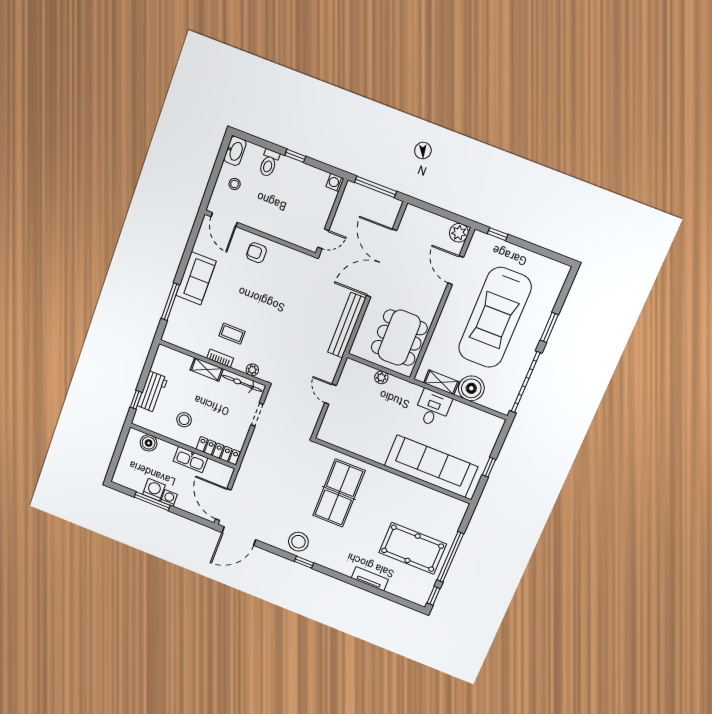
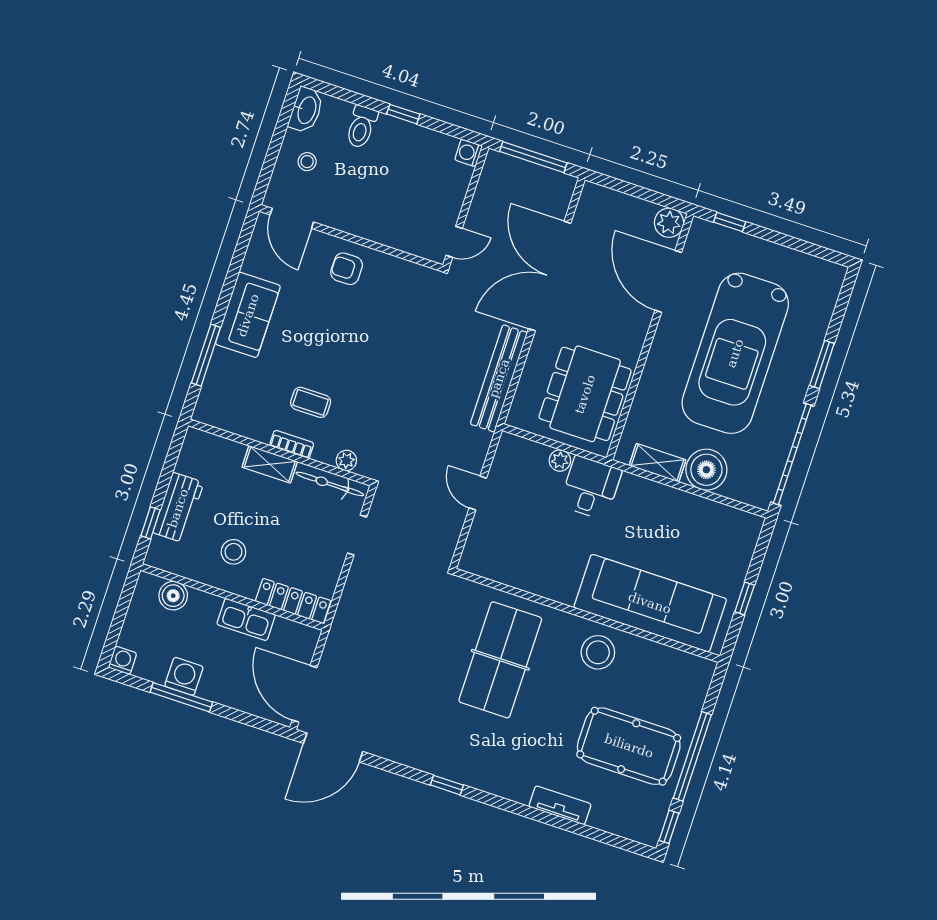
door: (456, 270) -> (668, 281), width x1.36
desk: (433, 408) -> (591, 488), moved
washing machine: (169, 498) -> (122, 660), moved
stool: (298, 542) -> (598, 652), moved

